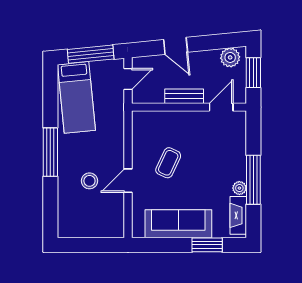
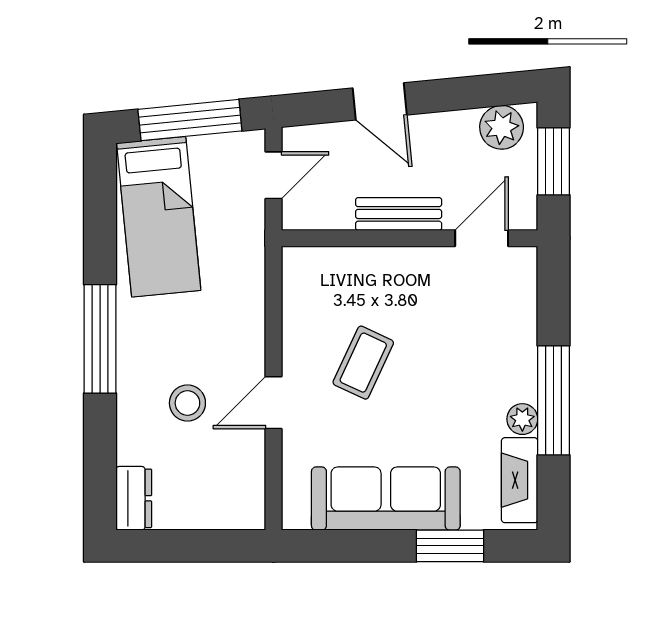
dresser: (65, 224) -> (134, 498), added

